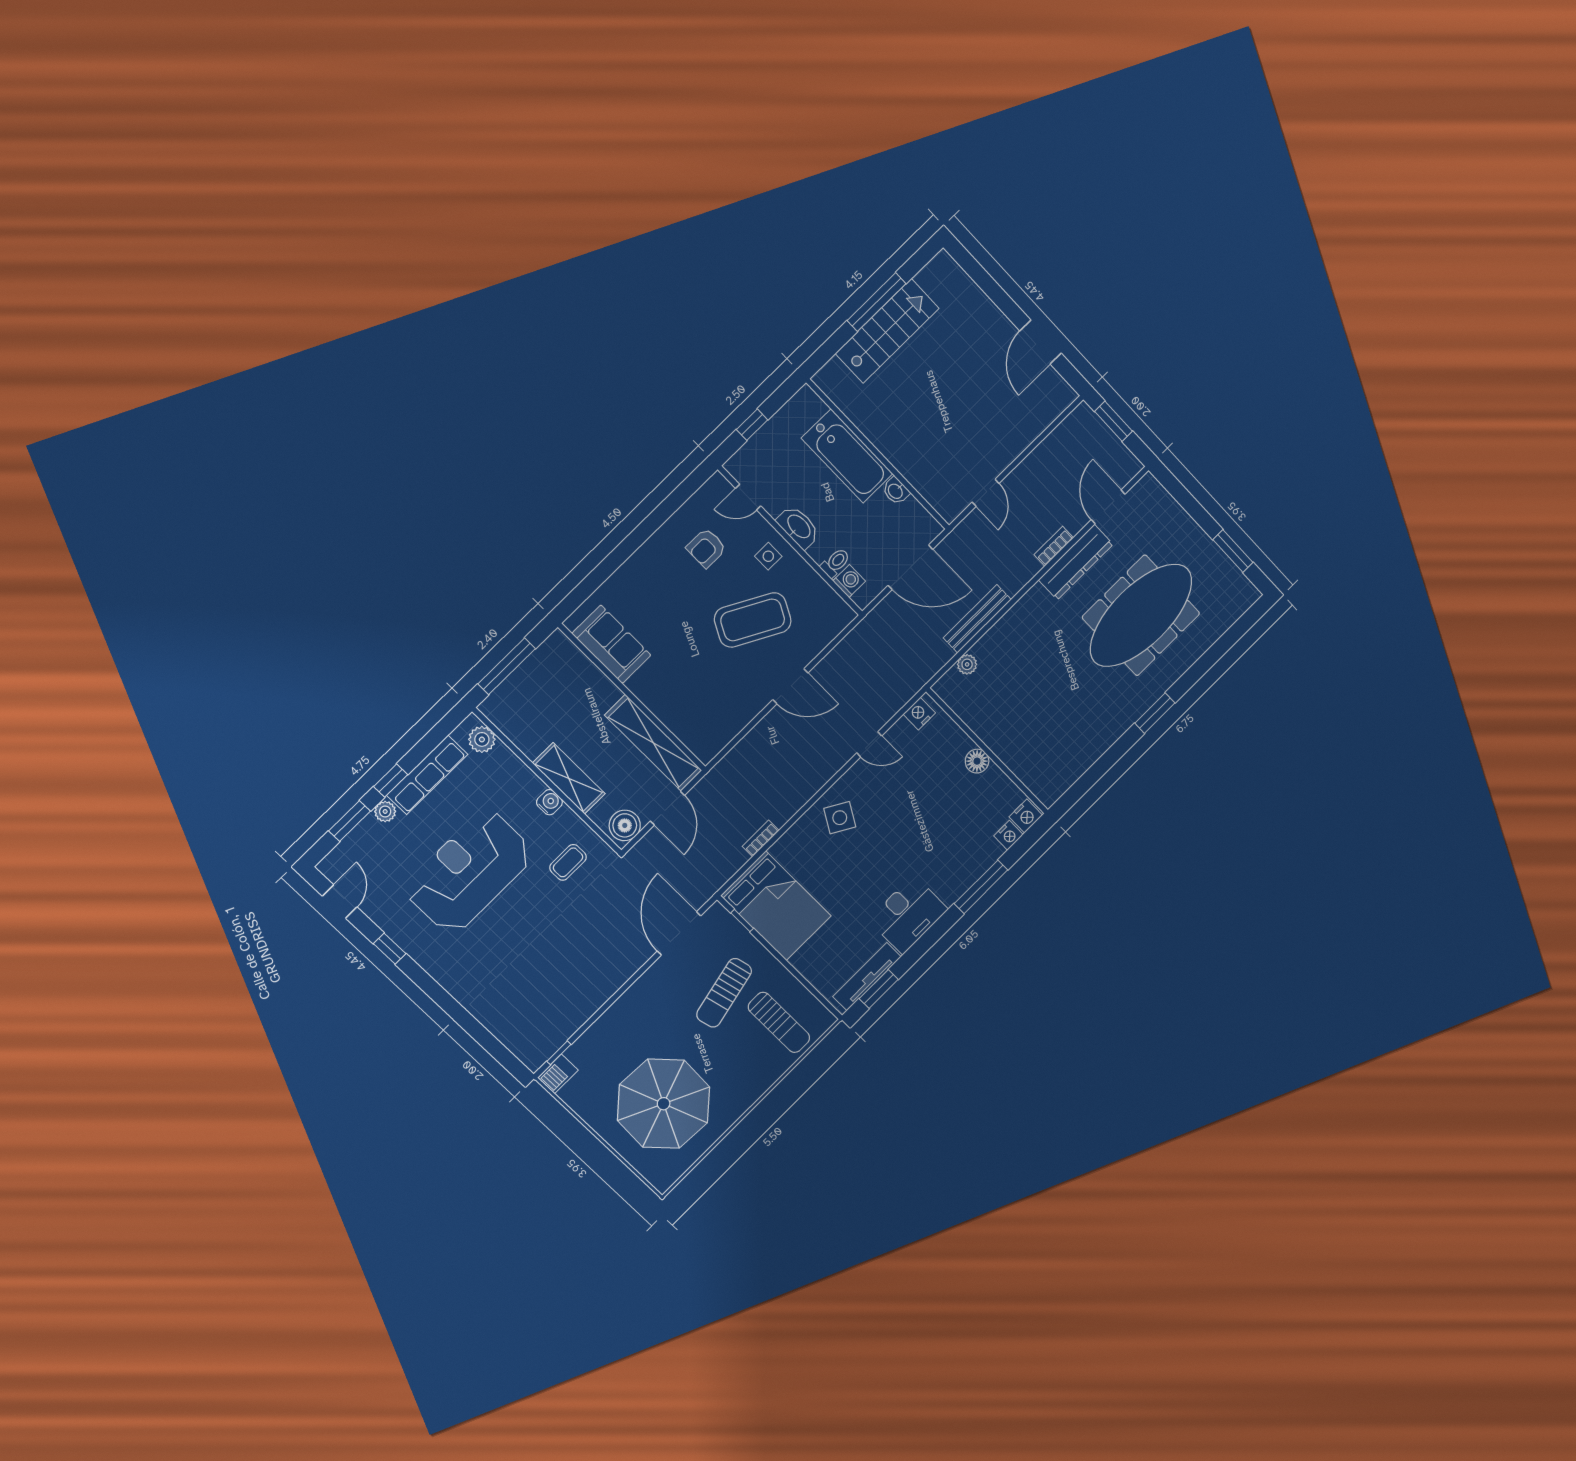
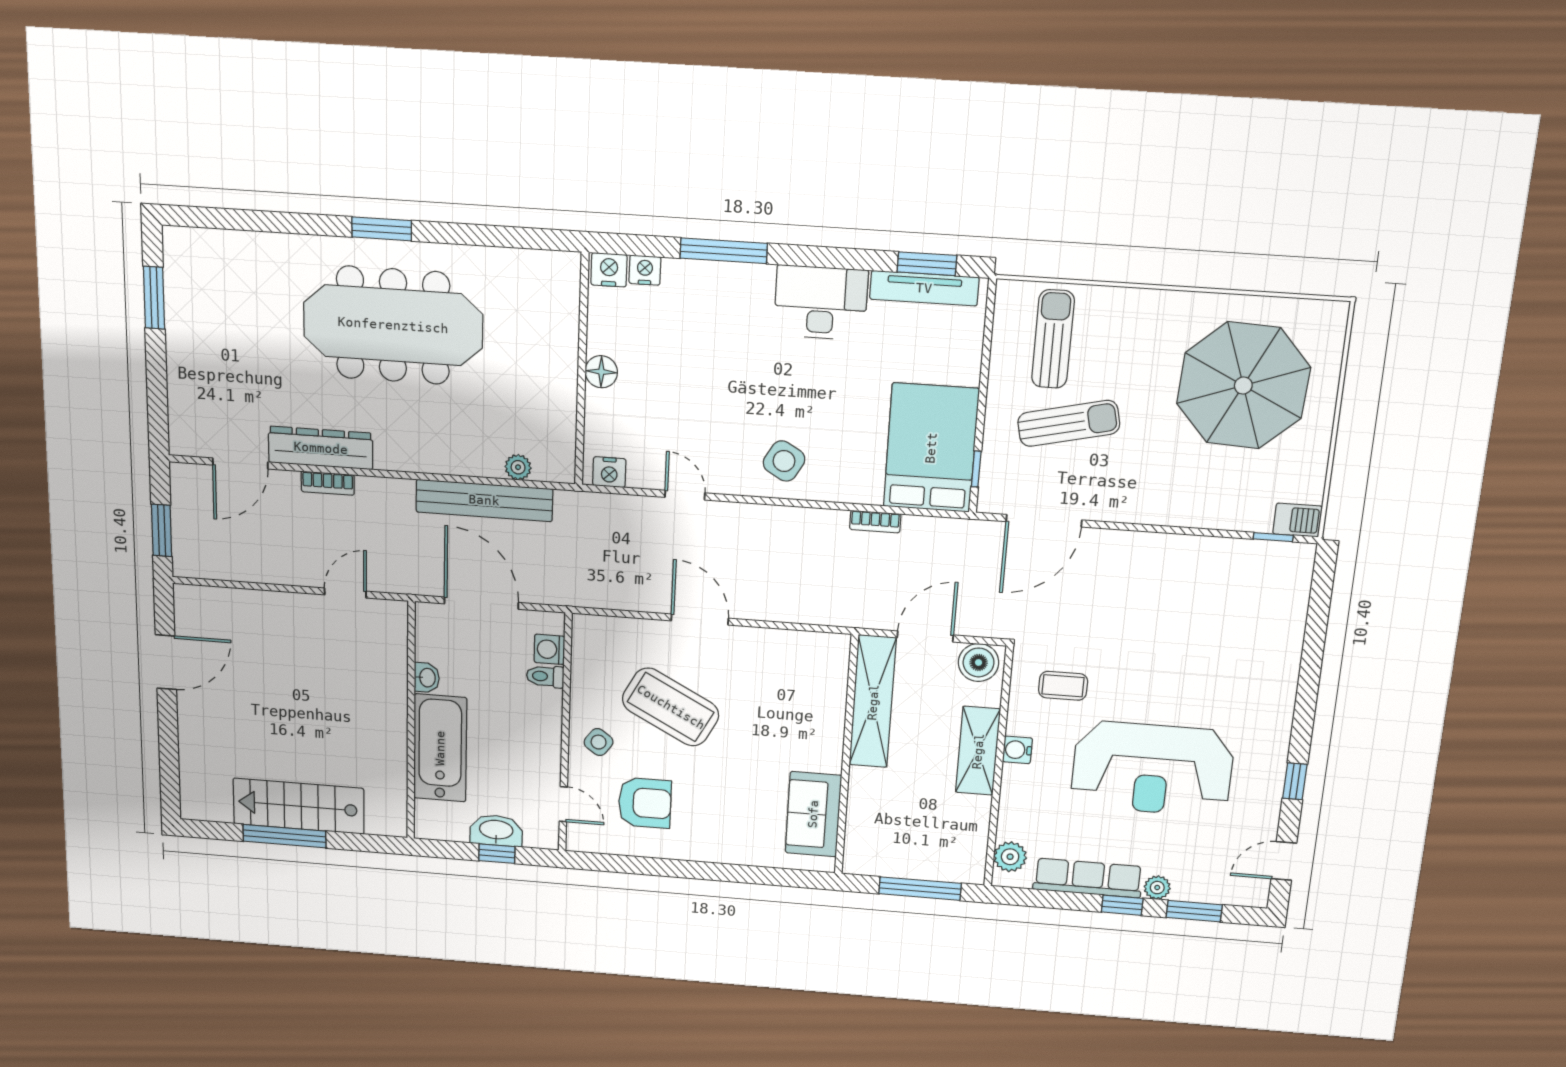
washbasin: (798, 527) -> (496, 830), moved, turned 90
armchair: (706, 548) -> (645, 803), width x1.38, depth x1.38
side table: (768, 556) -> (599, 742), turned 36
meeting table: (1141, 615) -> (393, 325), moved
bench: (977, 619) -> (484, 500), width x1.37, depth x1.21

